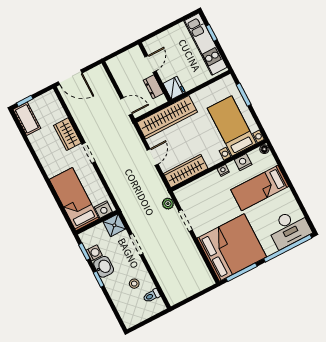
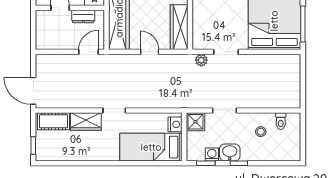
door: (70, 77) -> (33, 91), swing flipped
cot: (27, 119) -> (54, 121), moved

